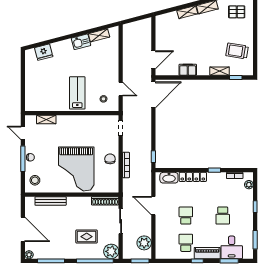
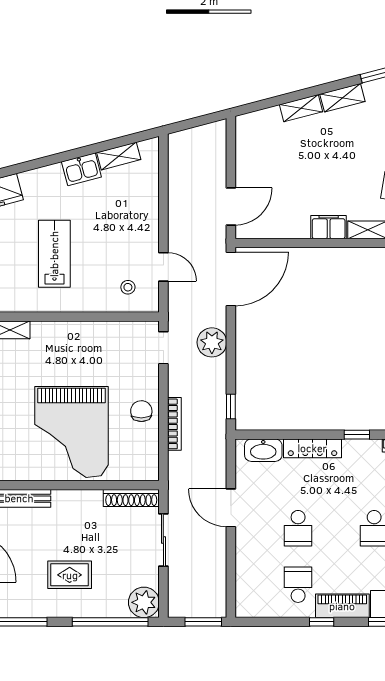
filing cabinet: (188, 70) -> (329, 227), moved
lab bench: (77, 93) -> (54, 254), moved
school desk: (186, 216) -> (298, 528), turned 180
rug: (87, 237) -> (70, 575), moved
plant: (144, 243) -> (212, 342), moved

